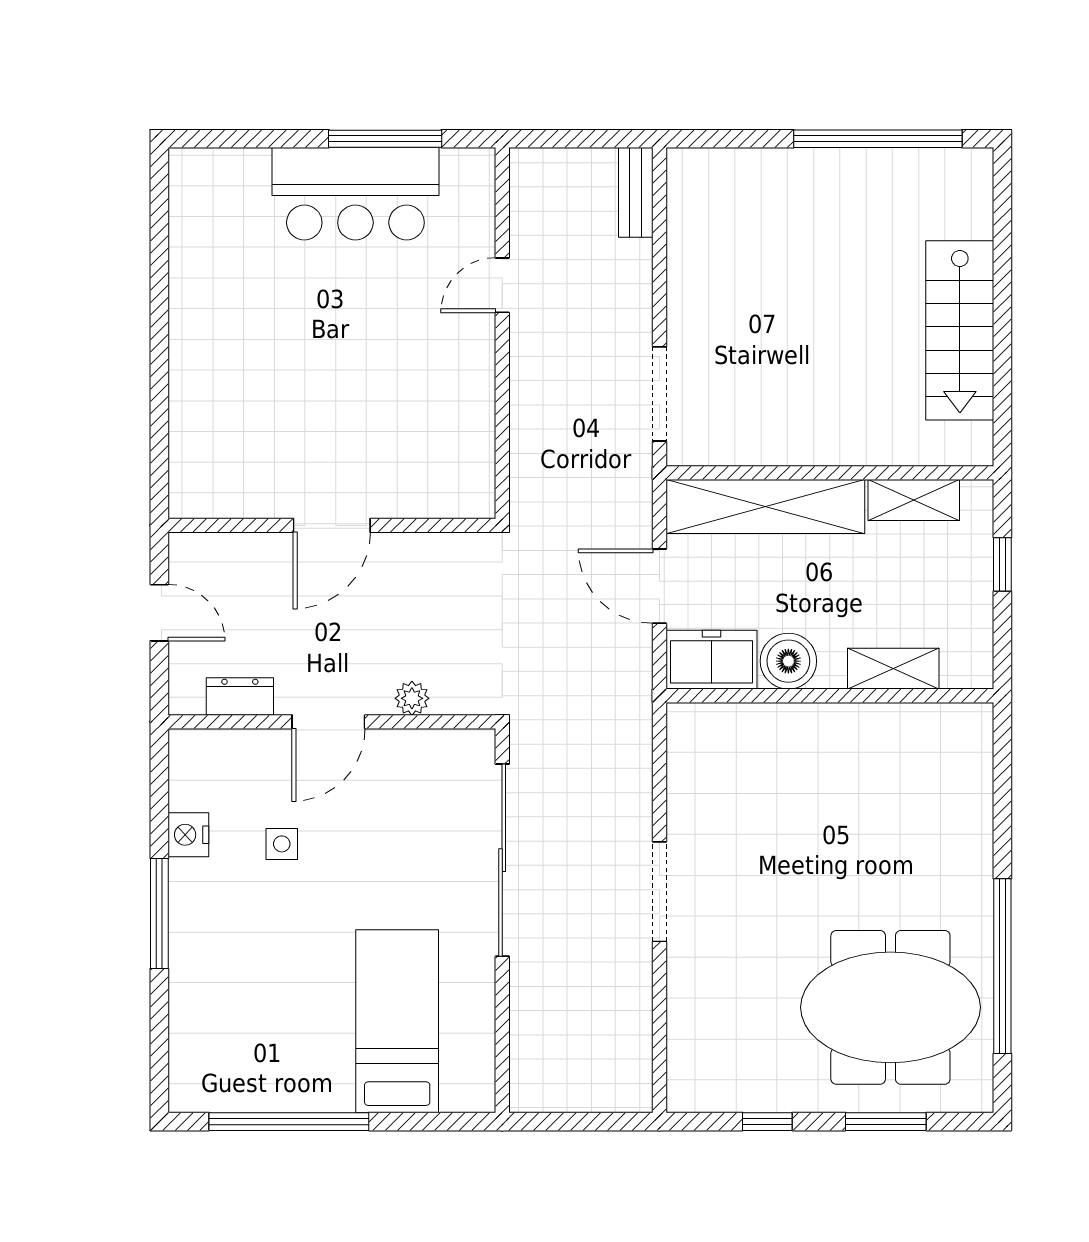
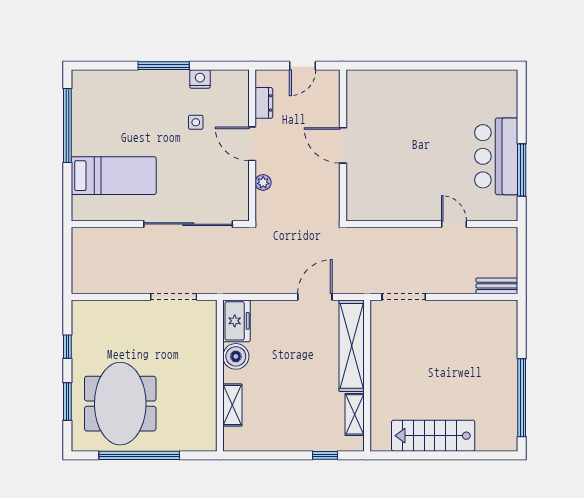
freezer: (711, 660) -> (236, 321), moved
boiler: (788, 661) -> (236, 356), moved
shelving: (893, 669) -> (232, 405), moved
wall: (830, 696) -> (220, 376), moved

